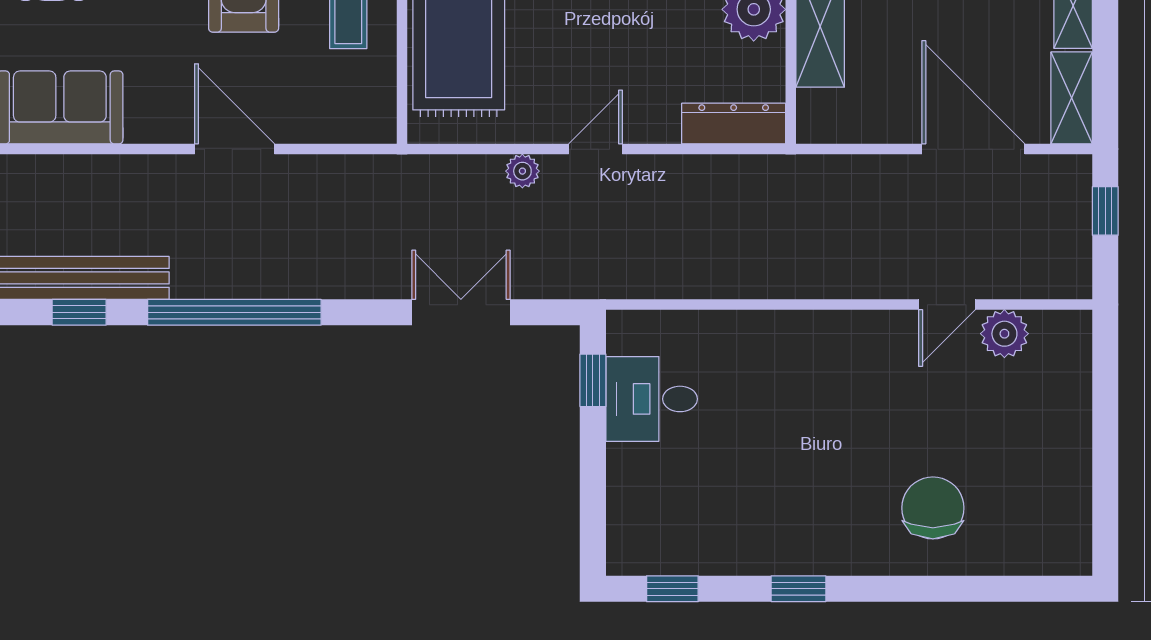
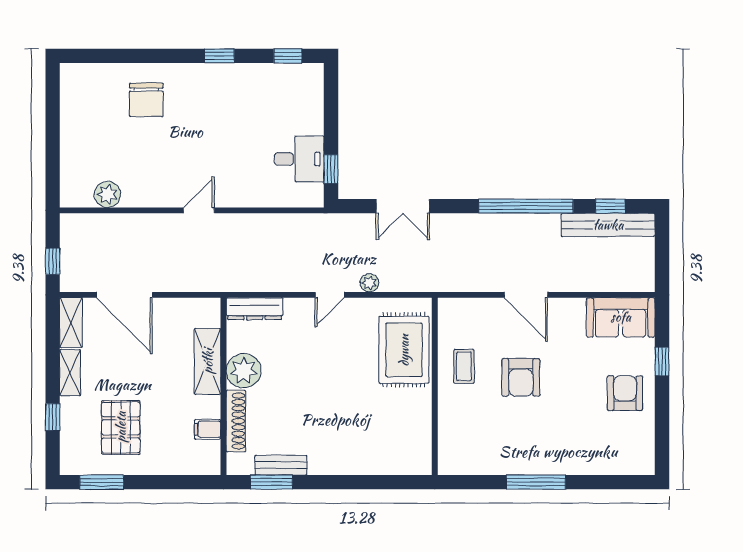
door: (947, 305) -> (199, 210), moved

